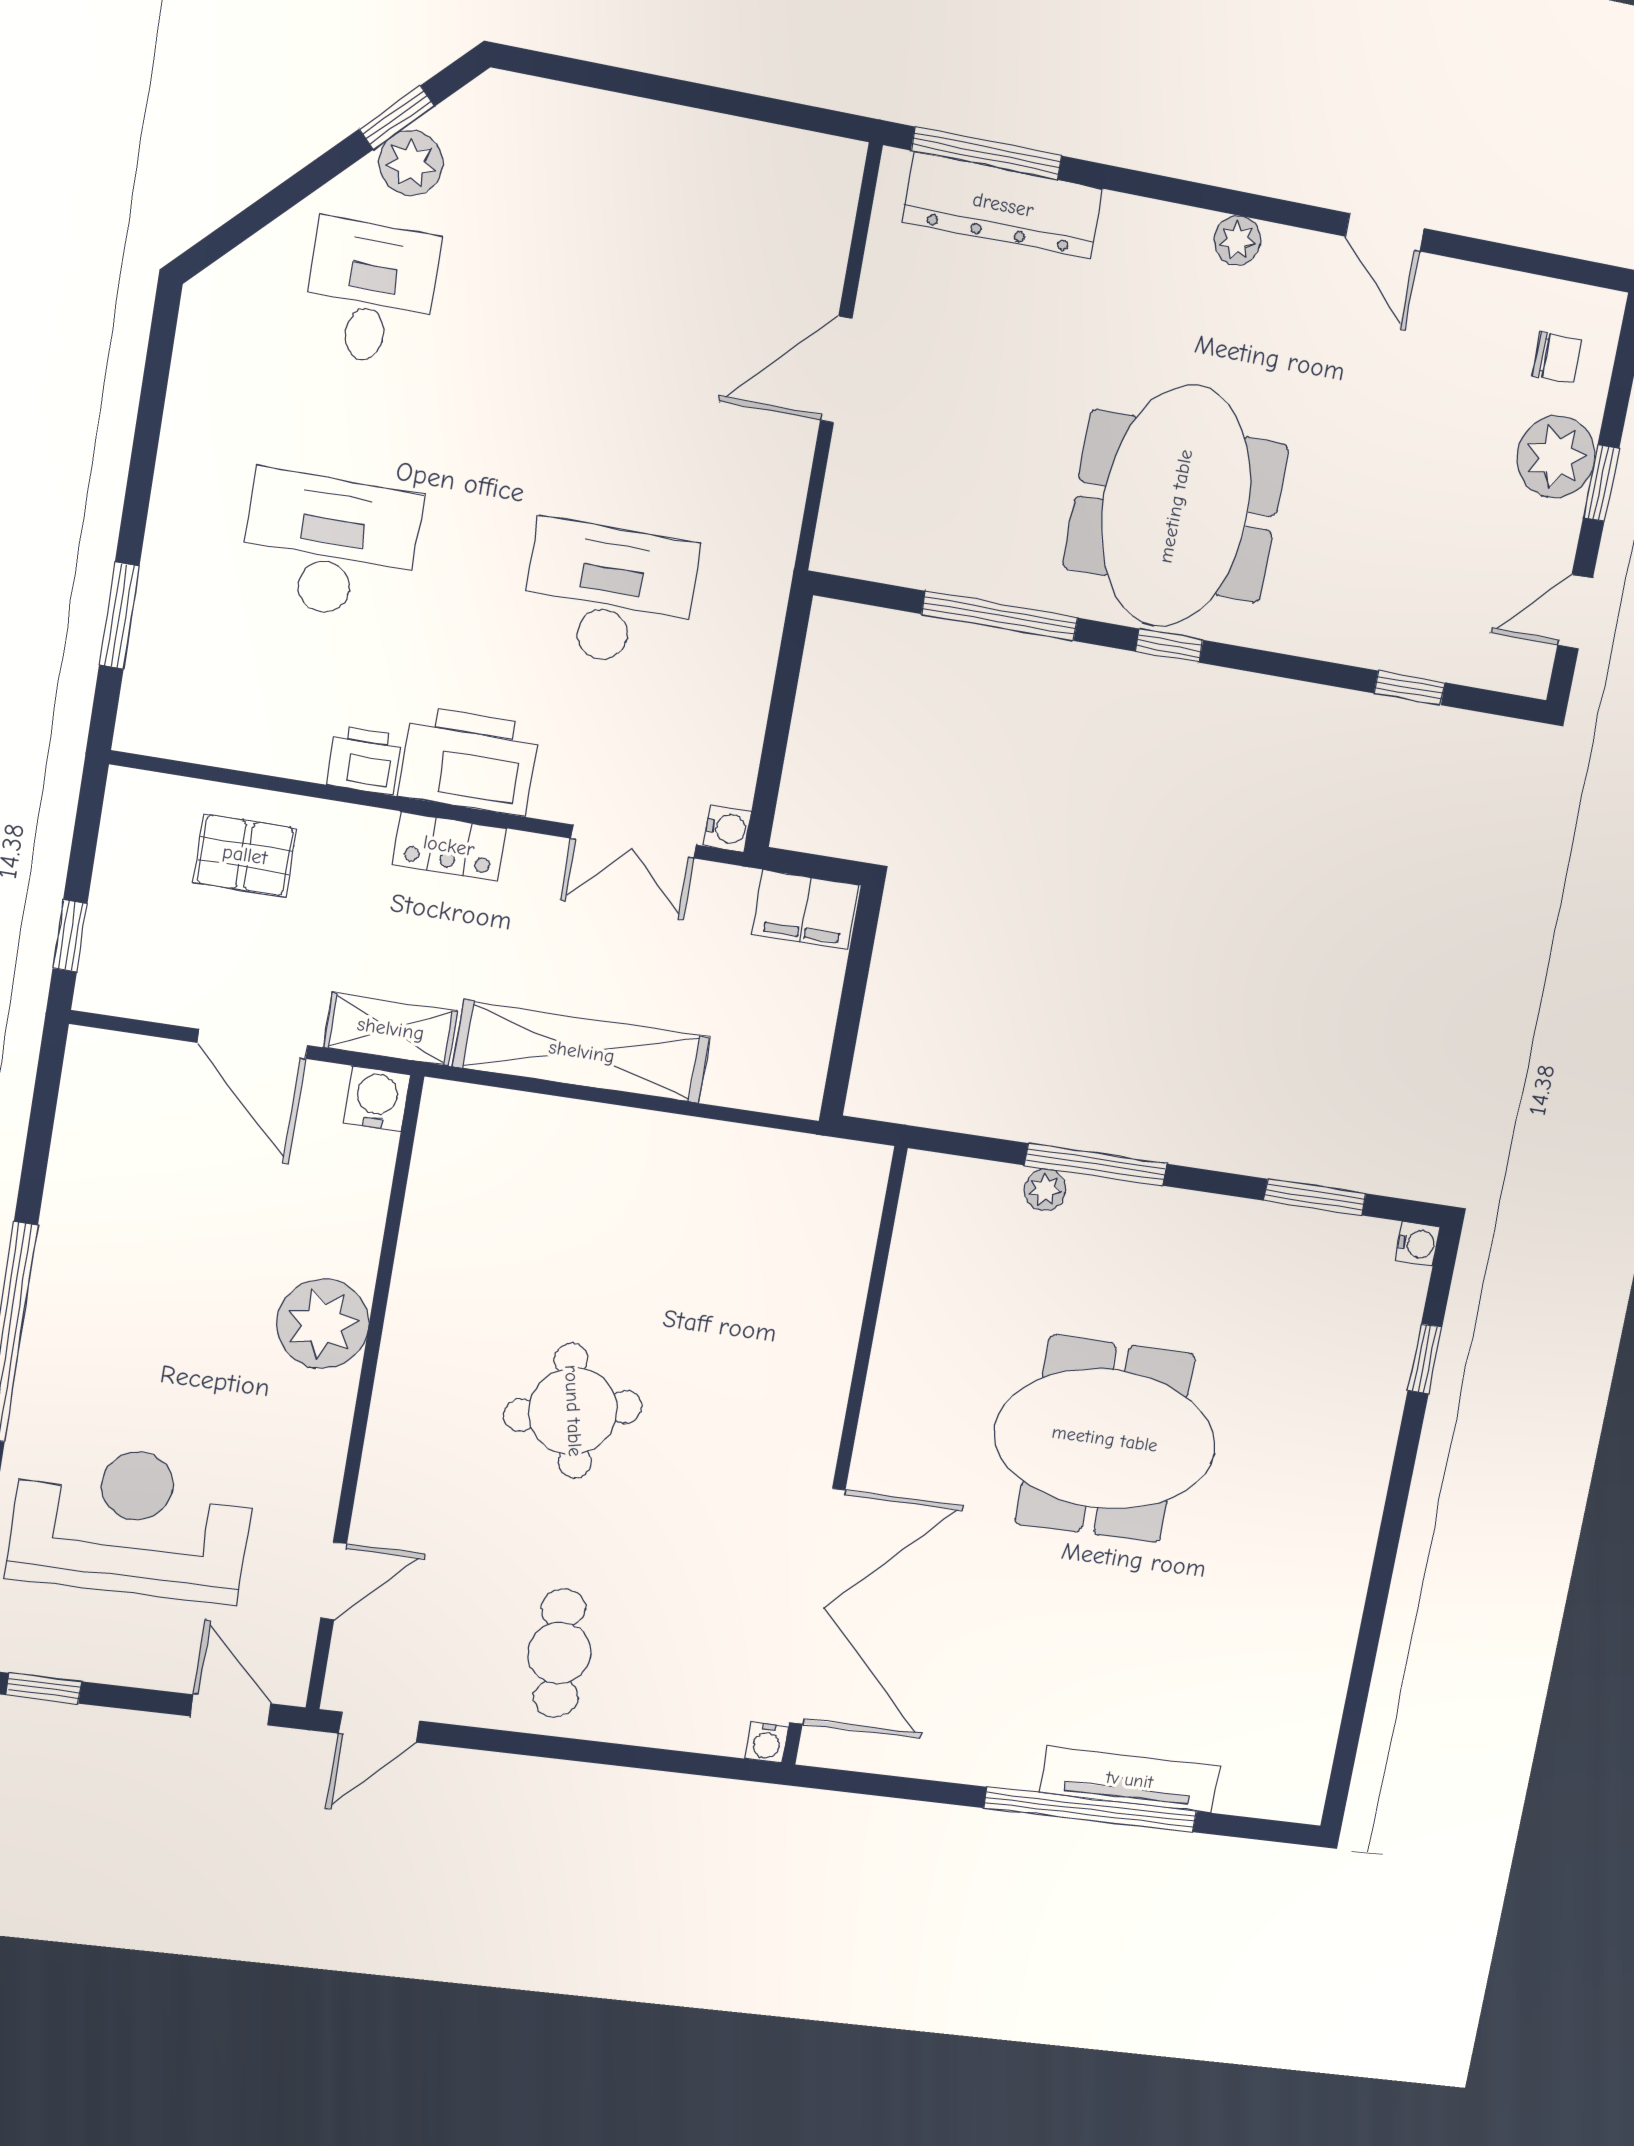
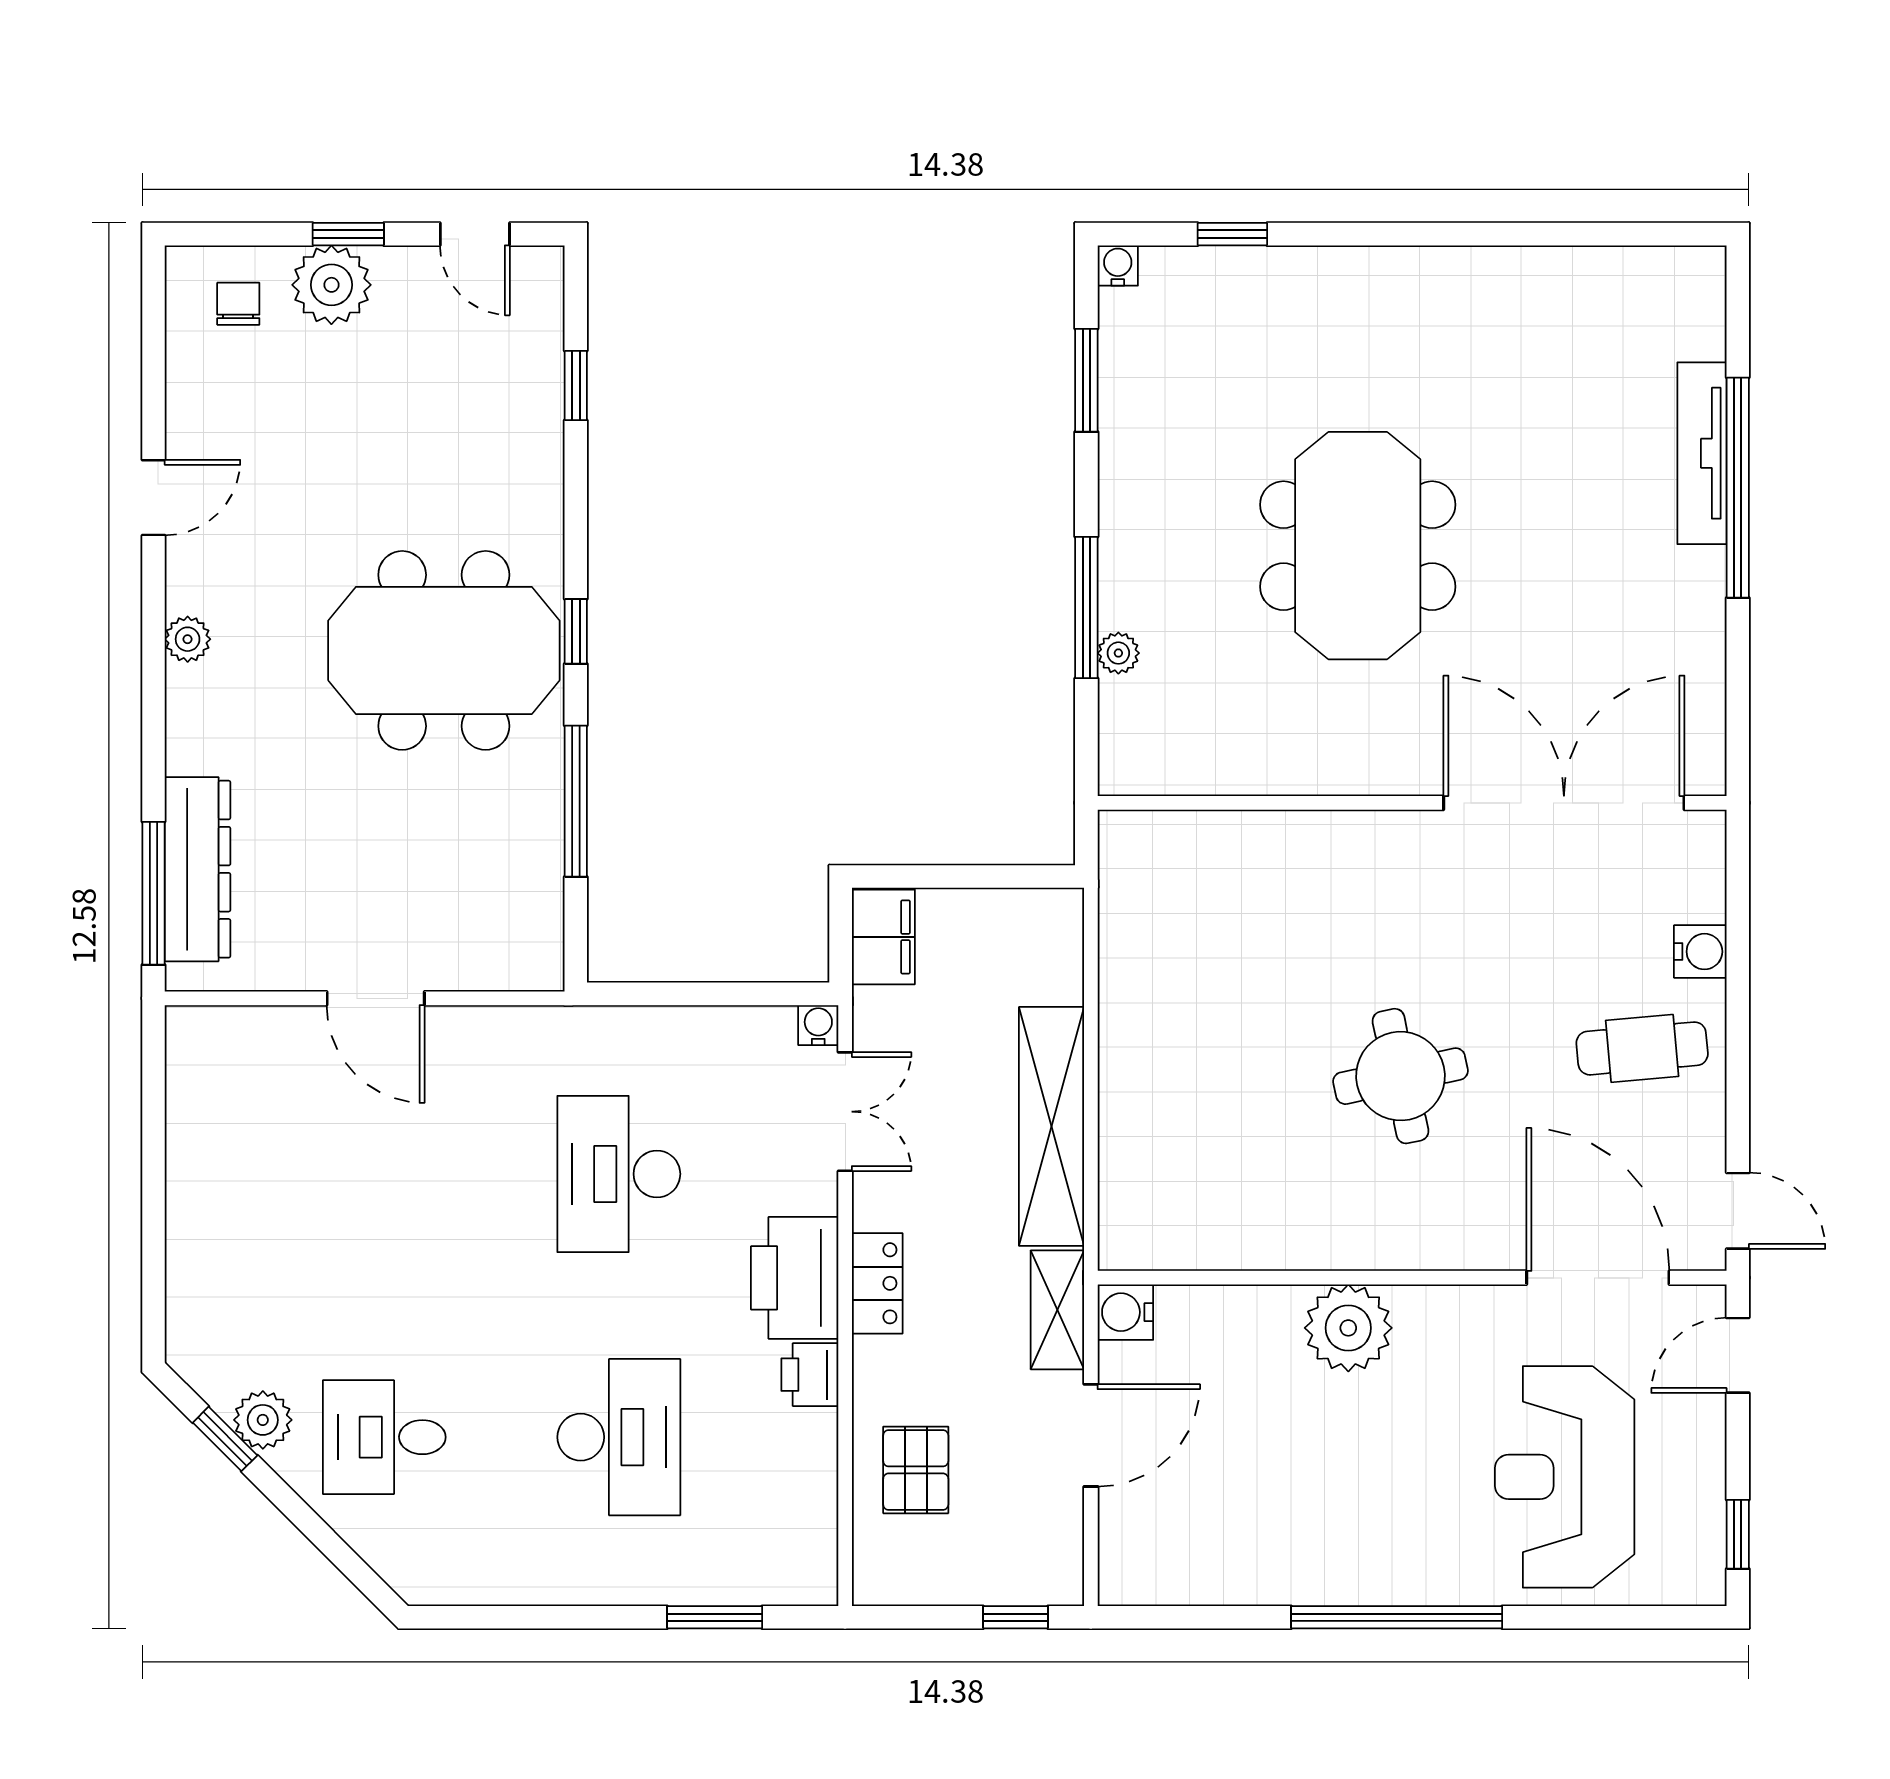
desk: (330, 546) -> (619, 1437), turned 180
door: (334, 1581) -> (1598, 1278), width x1.87
water cooler: (767, 1742) -> (1700, 952), moved, width x1.38, depth x1.38

